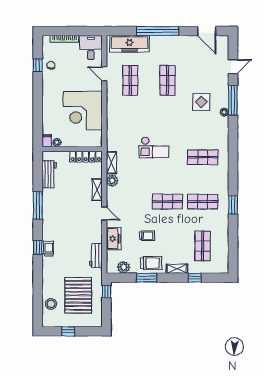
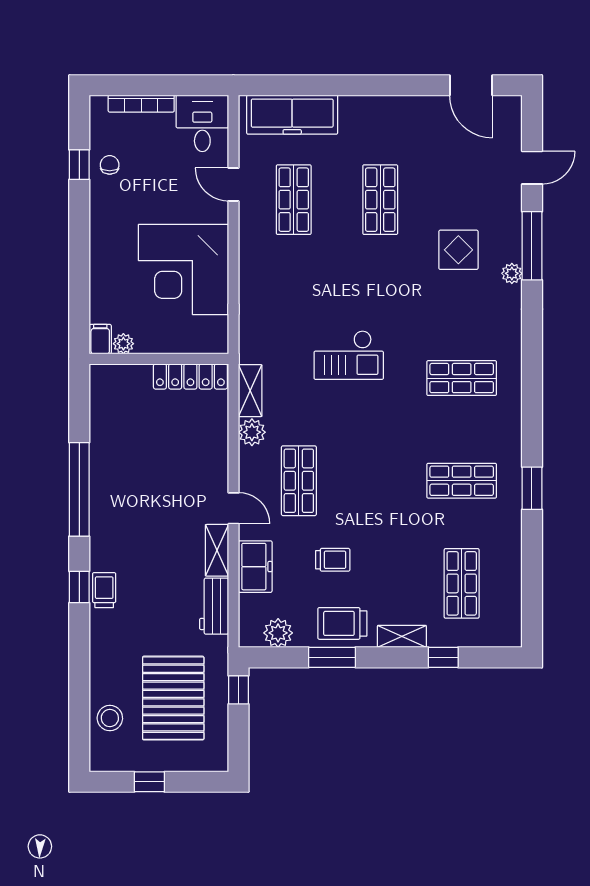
window: (158, 31) -> (357, 85), removed
workbench: (49, 174) -> (106, 418), removed
shelving: (97, 190) -> (217, 550), moved
shop shelf: (168, 202) -> (299, 481), moved, turned 90
window: (38, 205) -> (79, 489), width x1.46
trolley: (151, 263) -> (342, 623), turned 180

